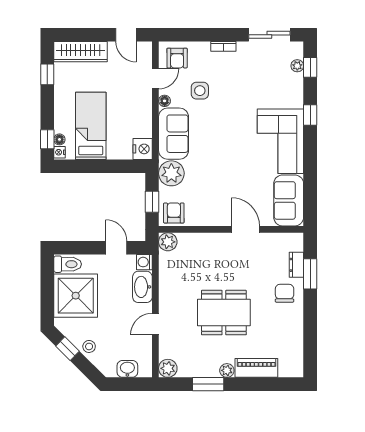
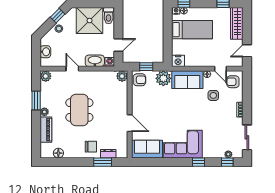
door: (246, 229) -> (130, 123), hinge flipped
floor lamp: (295, 347) -> (58, 153), added

